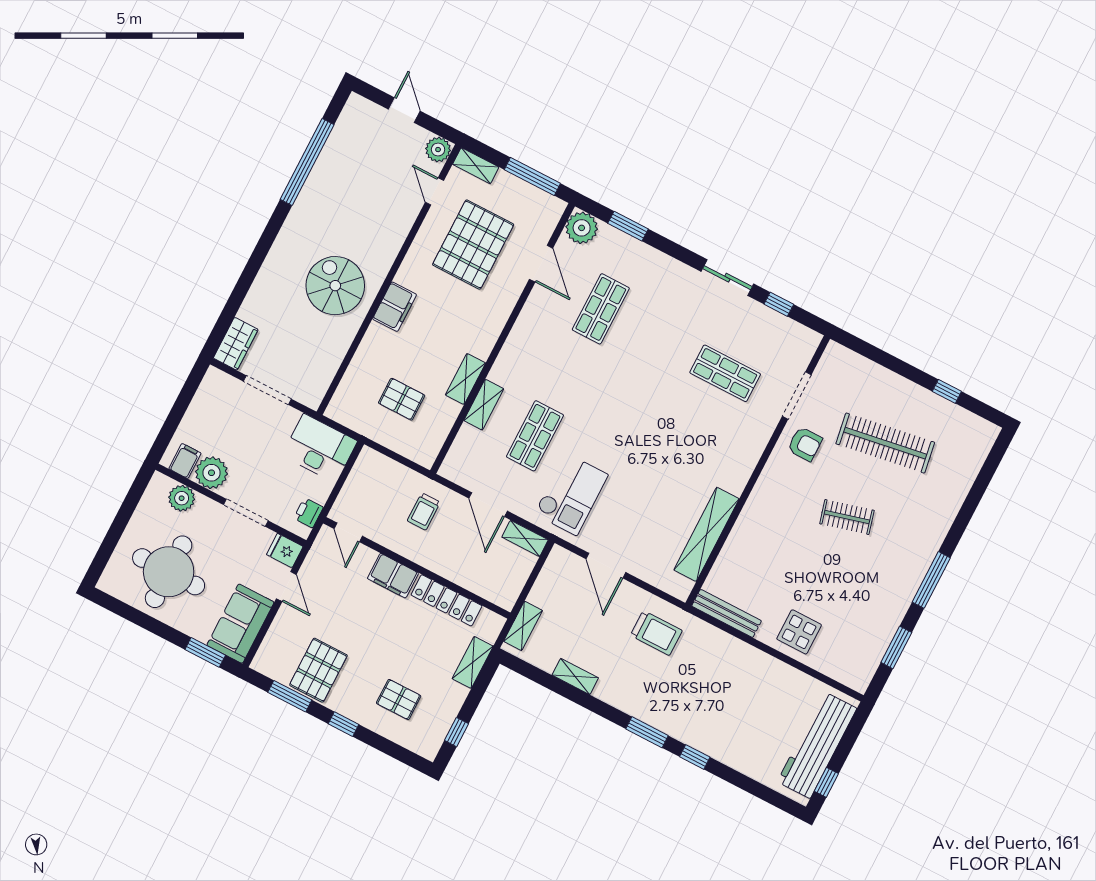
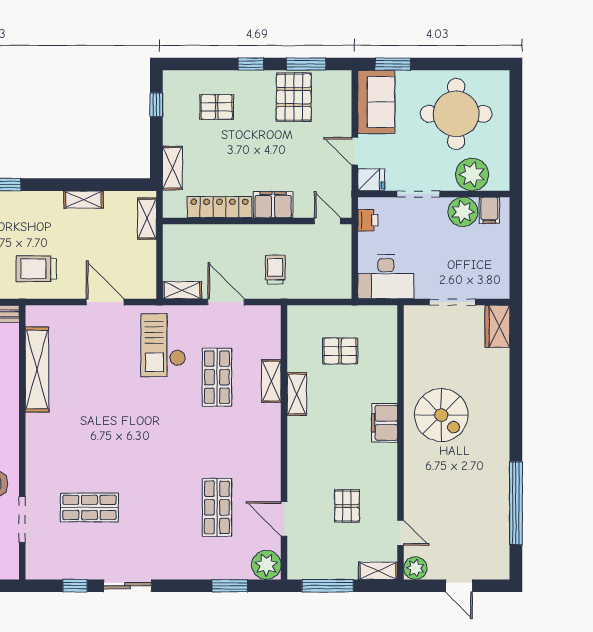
pallet: (473, 245) -> (347, 506), width x0.49, depth x0.50
plant: (182, 498) -> (472, 174), width x1.36, depth x1.36

